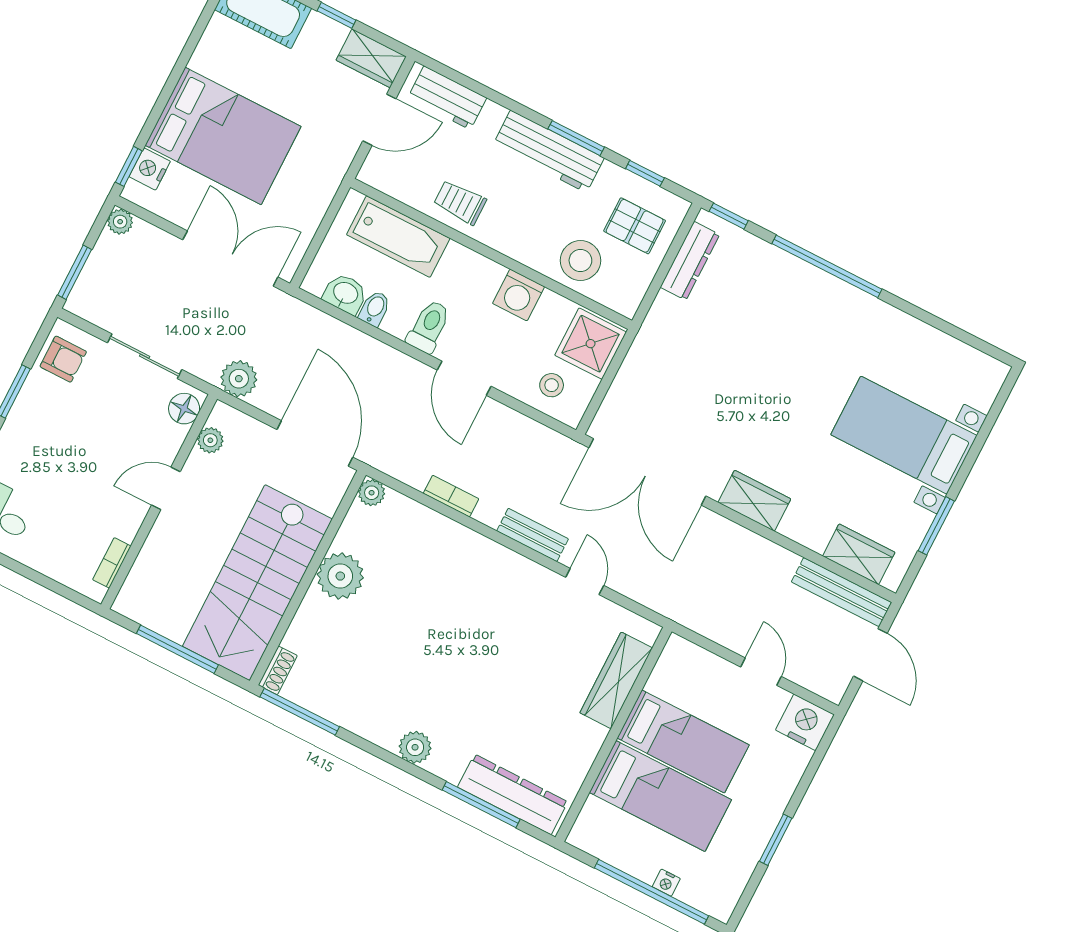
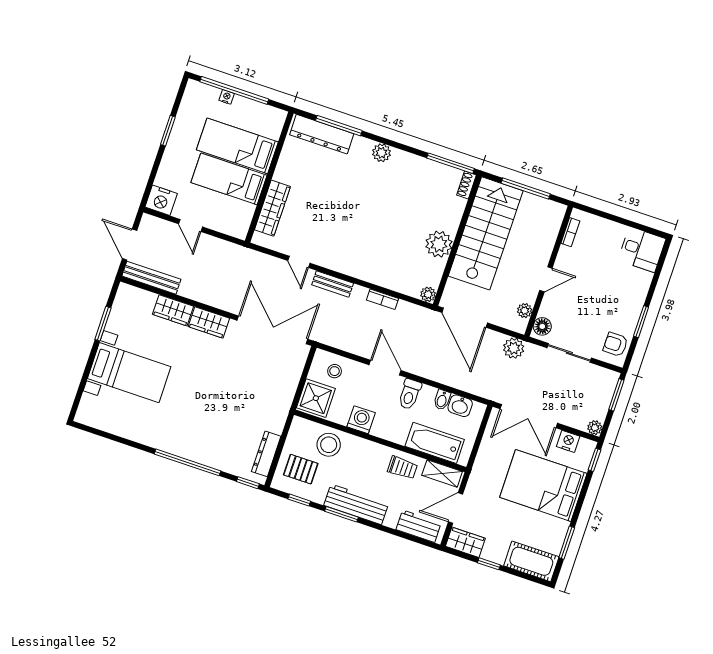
window: (198, 32) -> (567, 543), added
nightstand: (150, 169) -> (568, 441), moved, turned -90
shelving: (393, 182) -> (442, 473), added
wardrobe: (859, 554) -> (173, 310), moved

